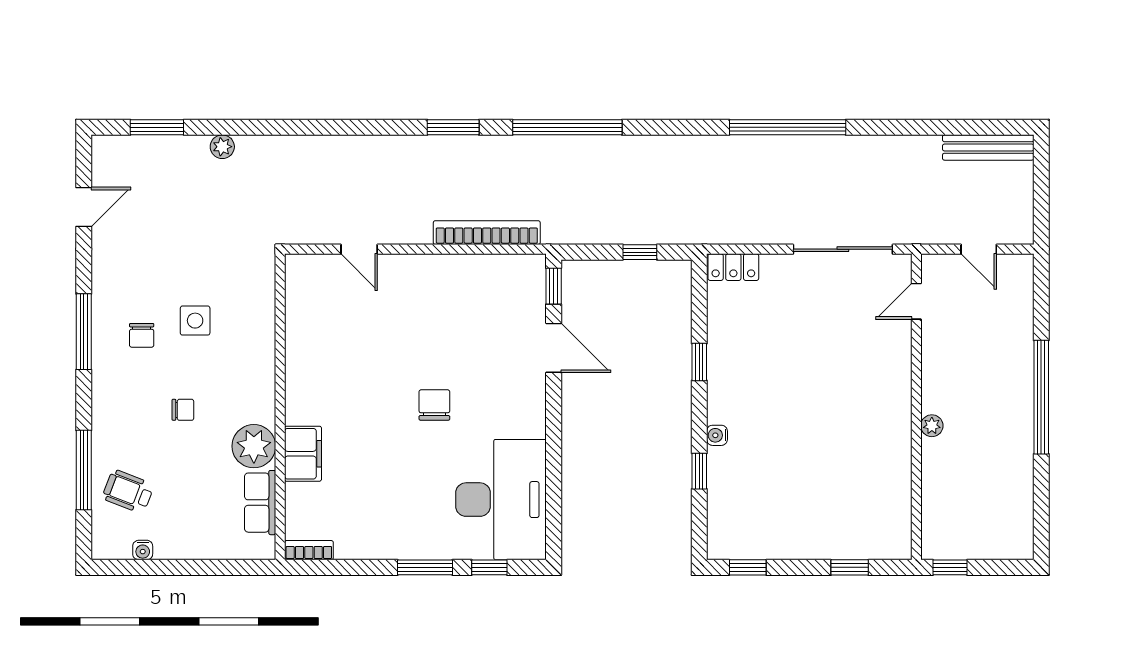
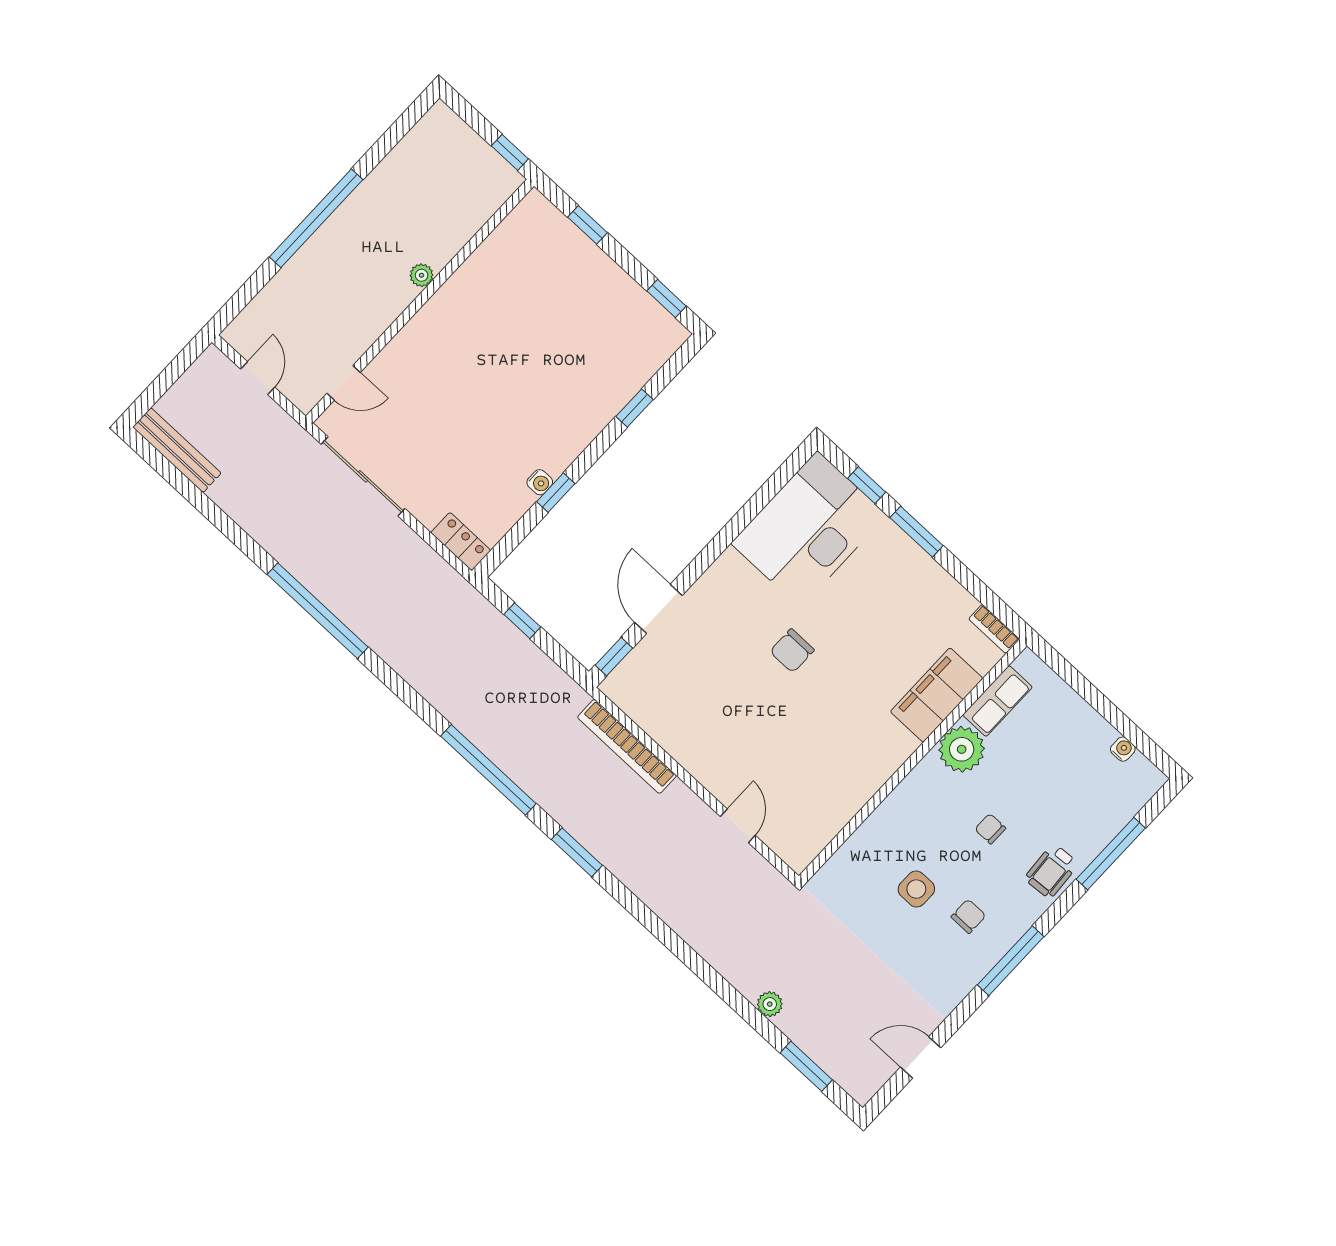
water cooler: (717, 435) -> (540, 482), moved
filing cabinet: (303, 454) -> (937, 695), width x1.50, depth x1.17
wheelchair: (128, 491) -> (1052, 871), moved, turned 65

